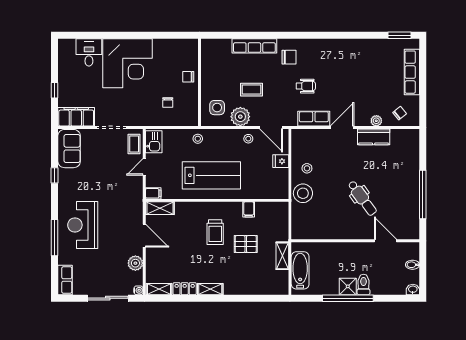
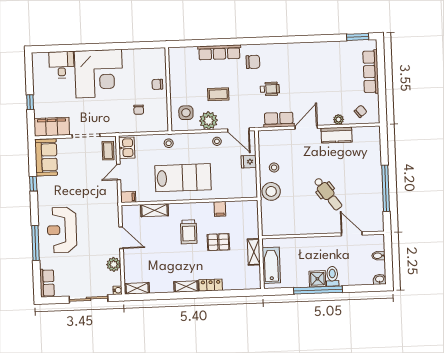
shelving: (160, 208) -> (154, 210), moved
locker: (185, 289) -> (211, 285), moved

